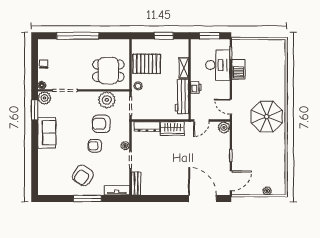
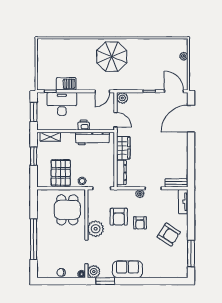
shelving: (184, 68) -> (50, 137), moved
plant: (107, 100) -> (96, 229), moved
window: (87, 199) -> (191, 254), moved

